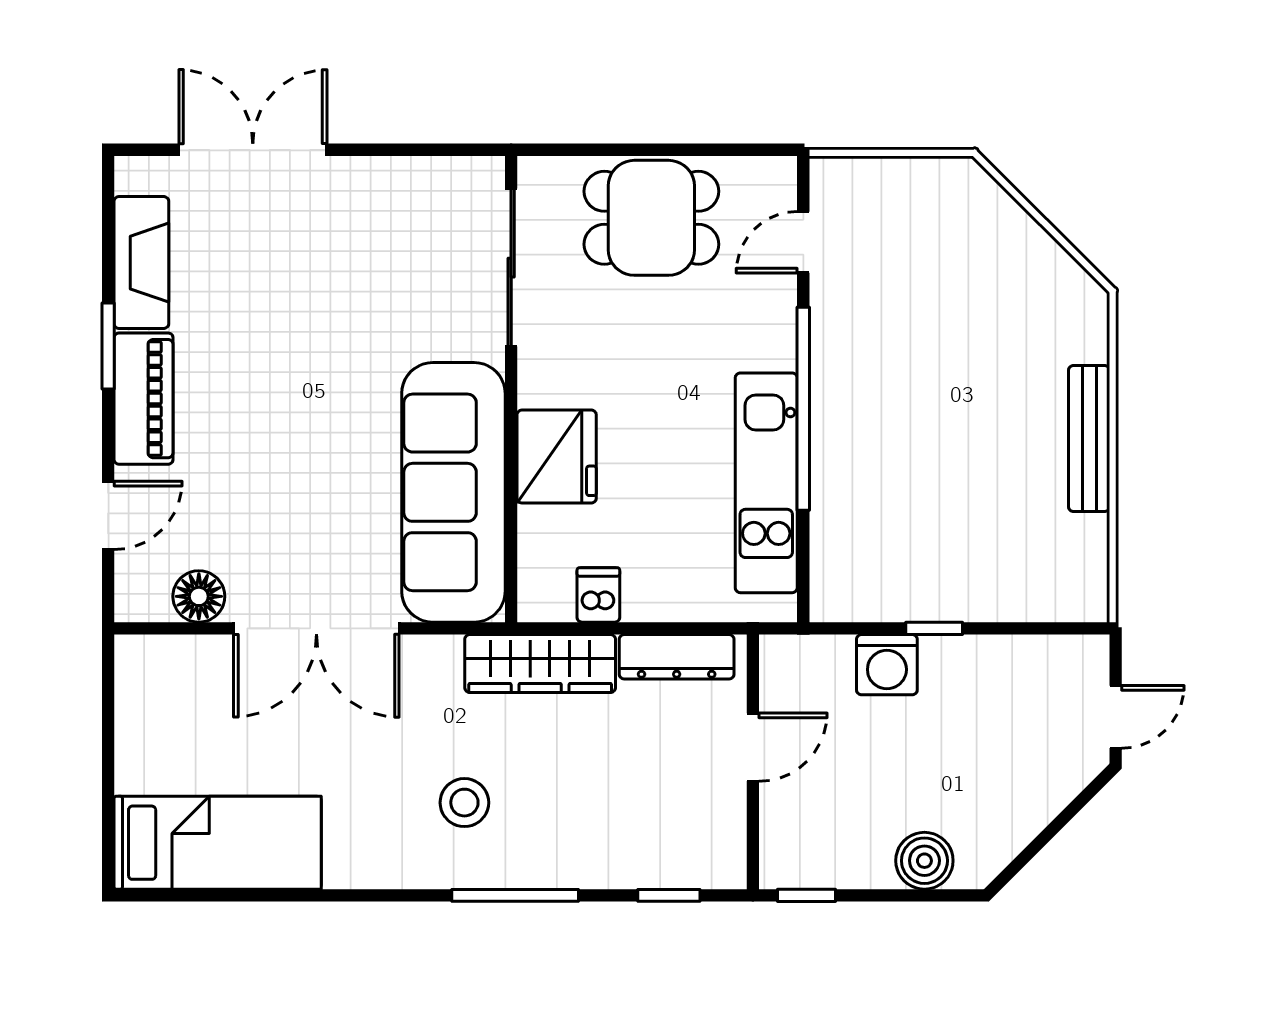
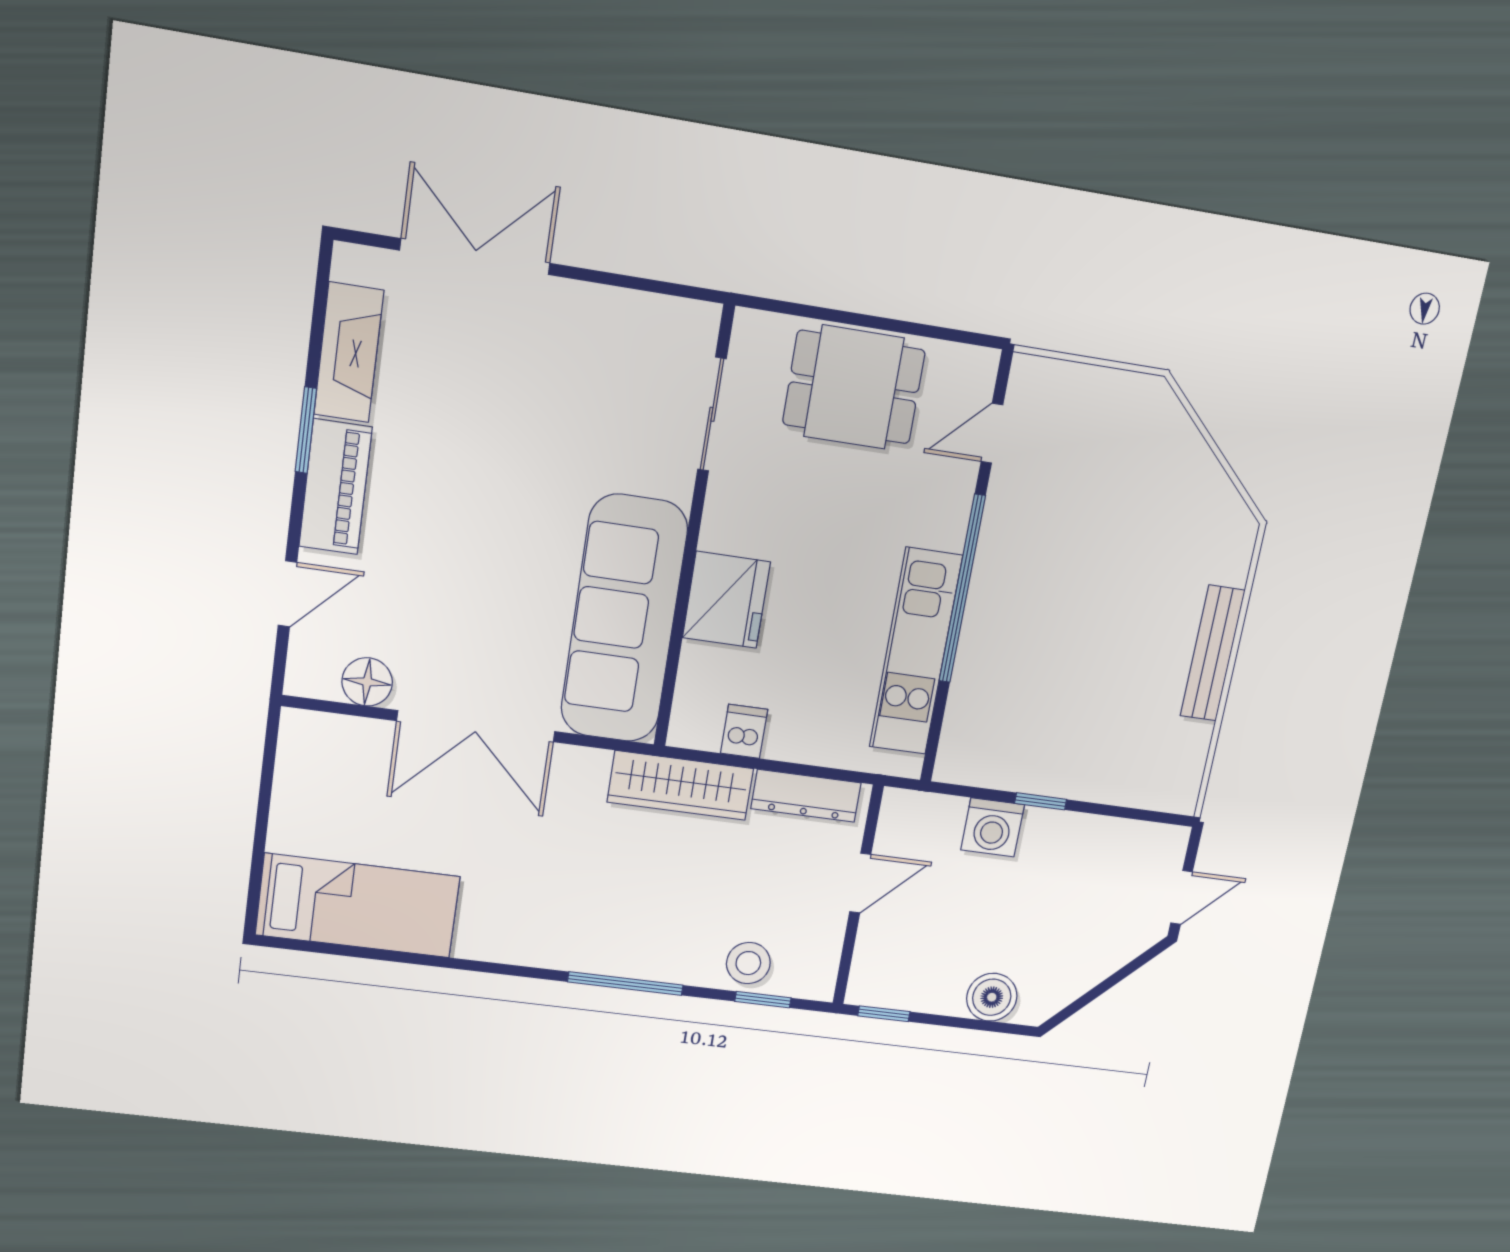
sliding door: (511, 268) -> (712, 414), width x0.73
stool: (464, 803) -> (748, 963), moved

